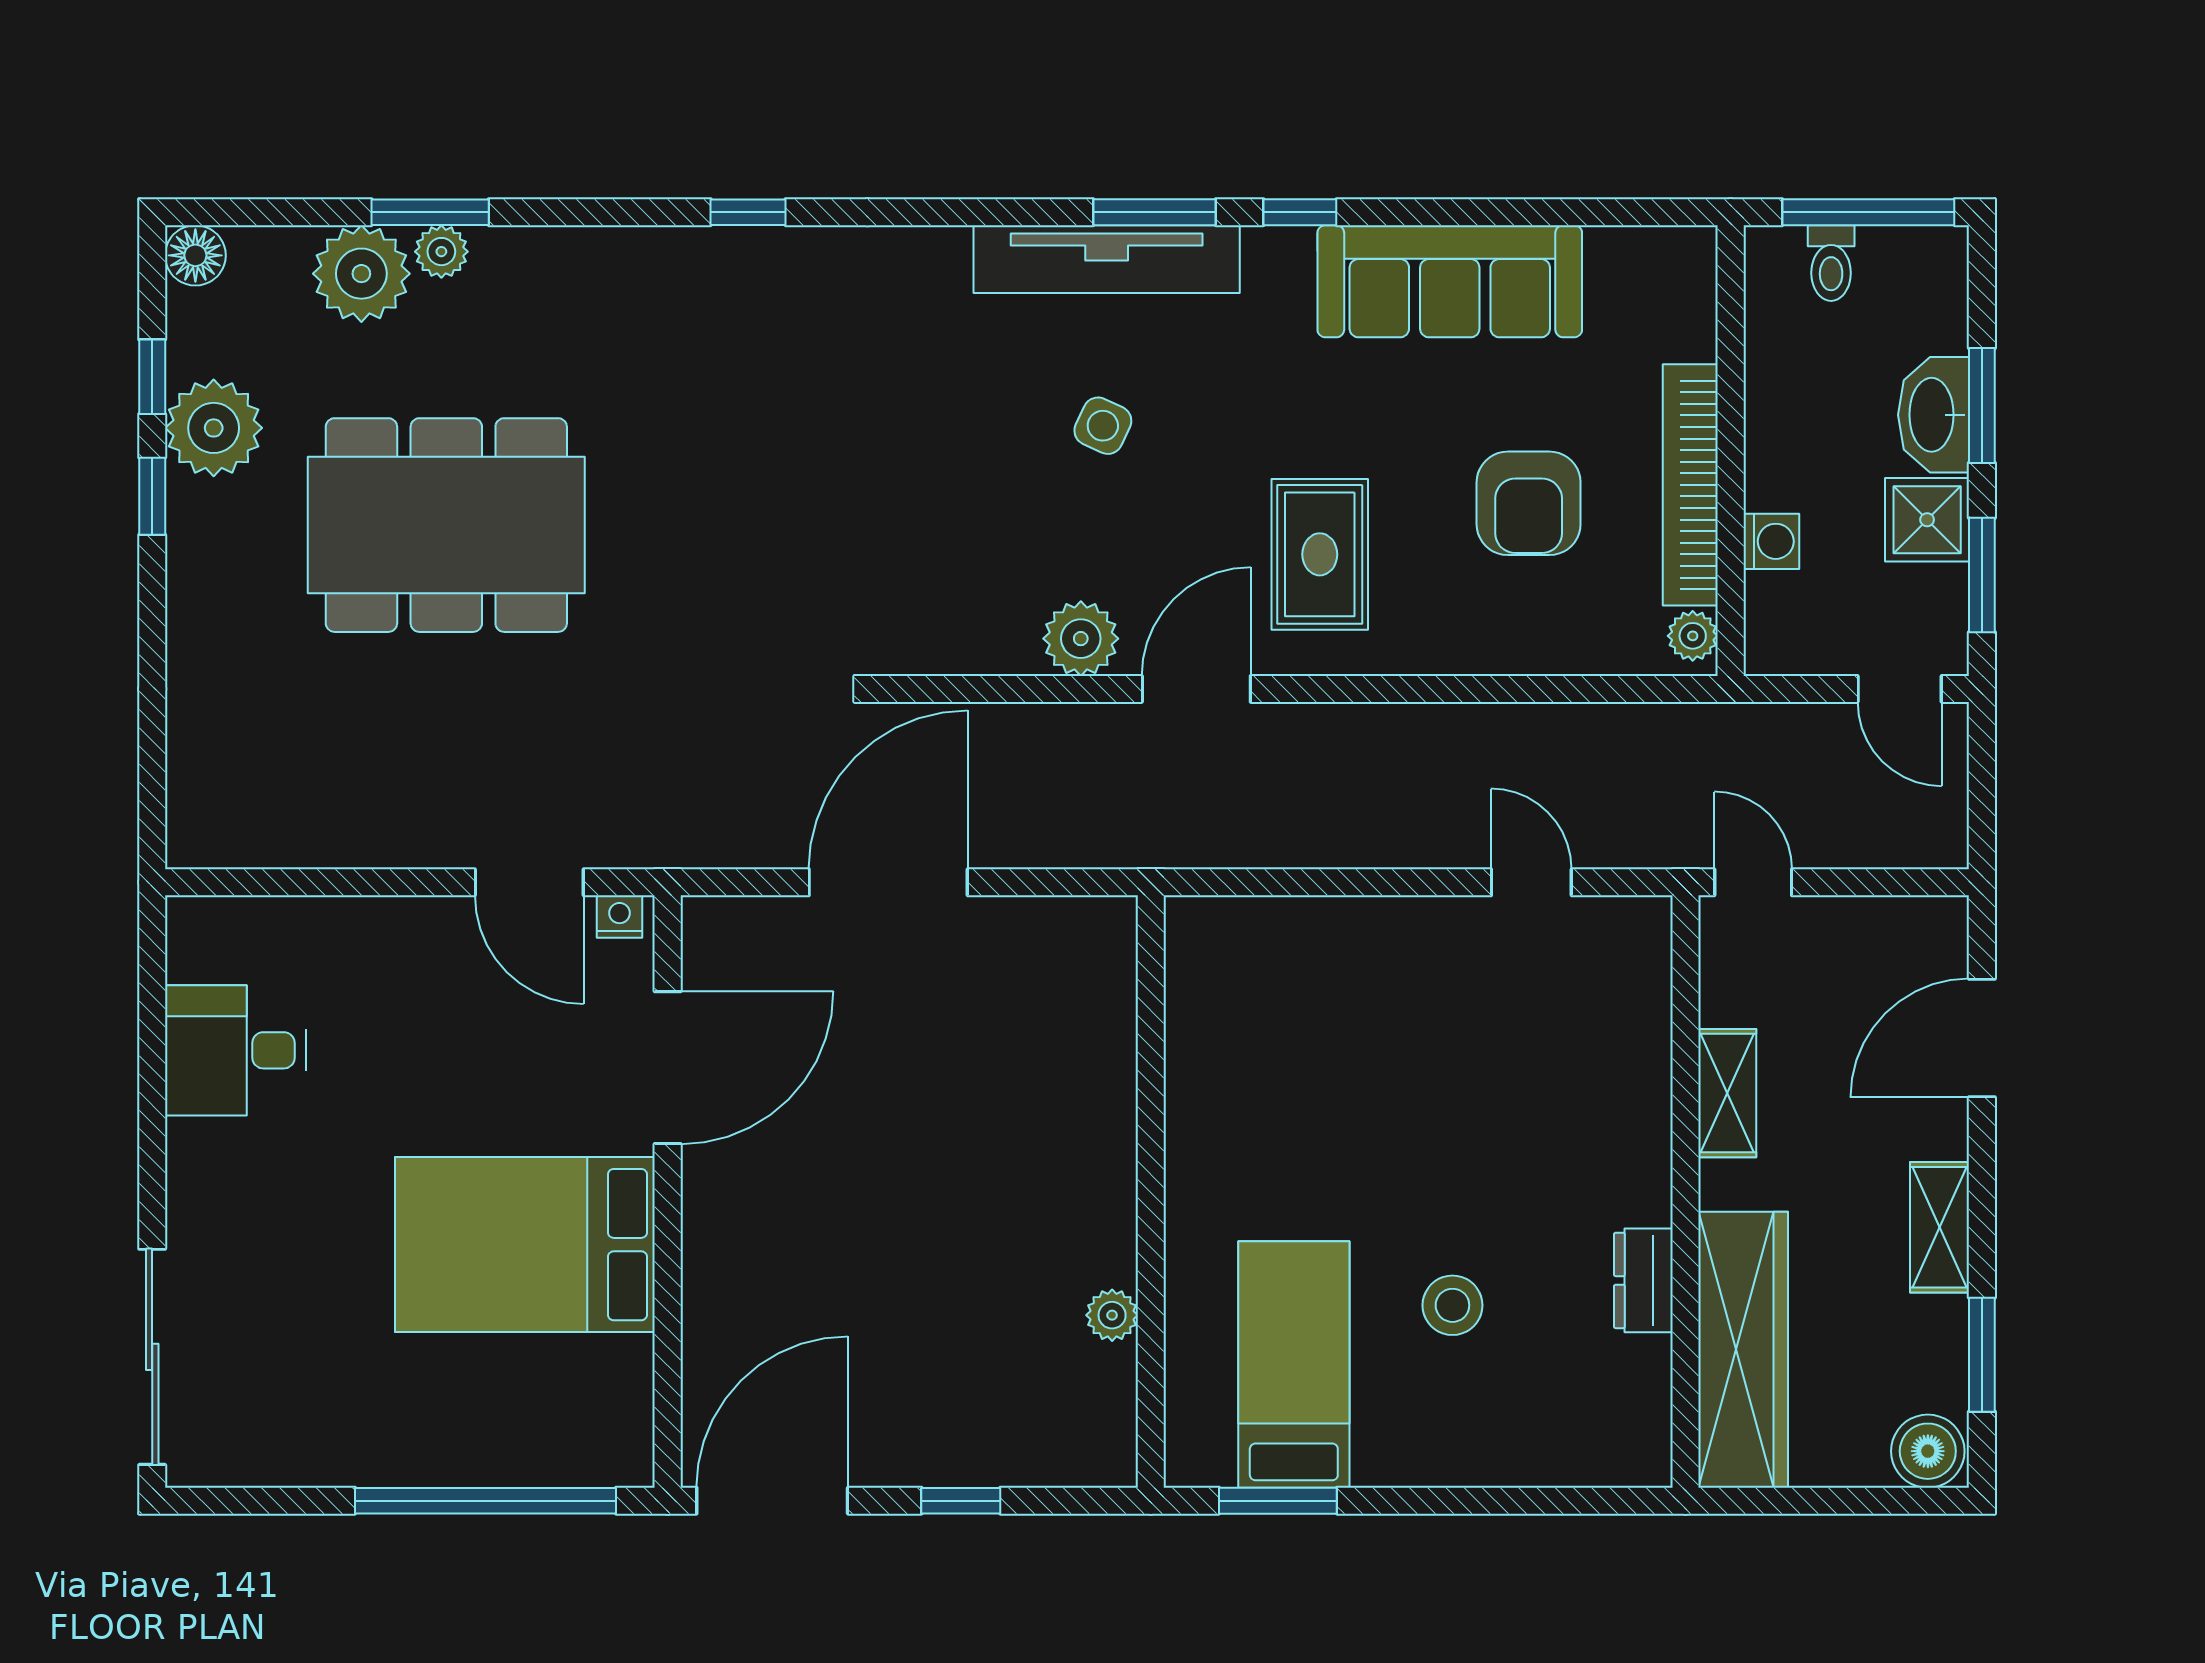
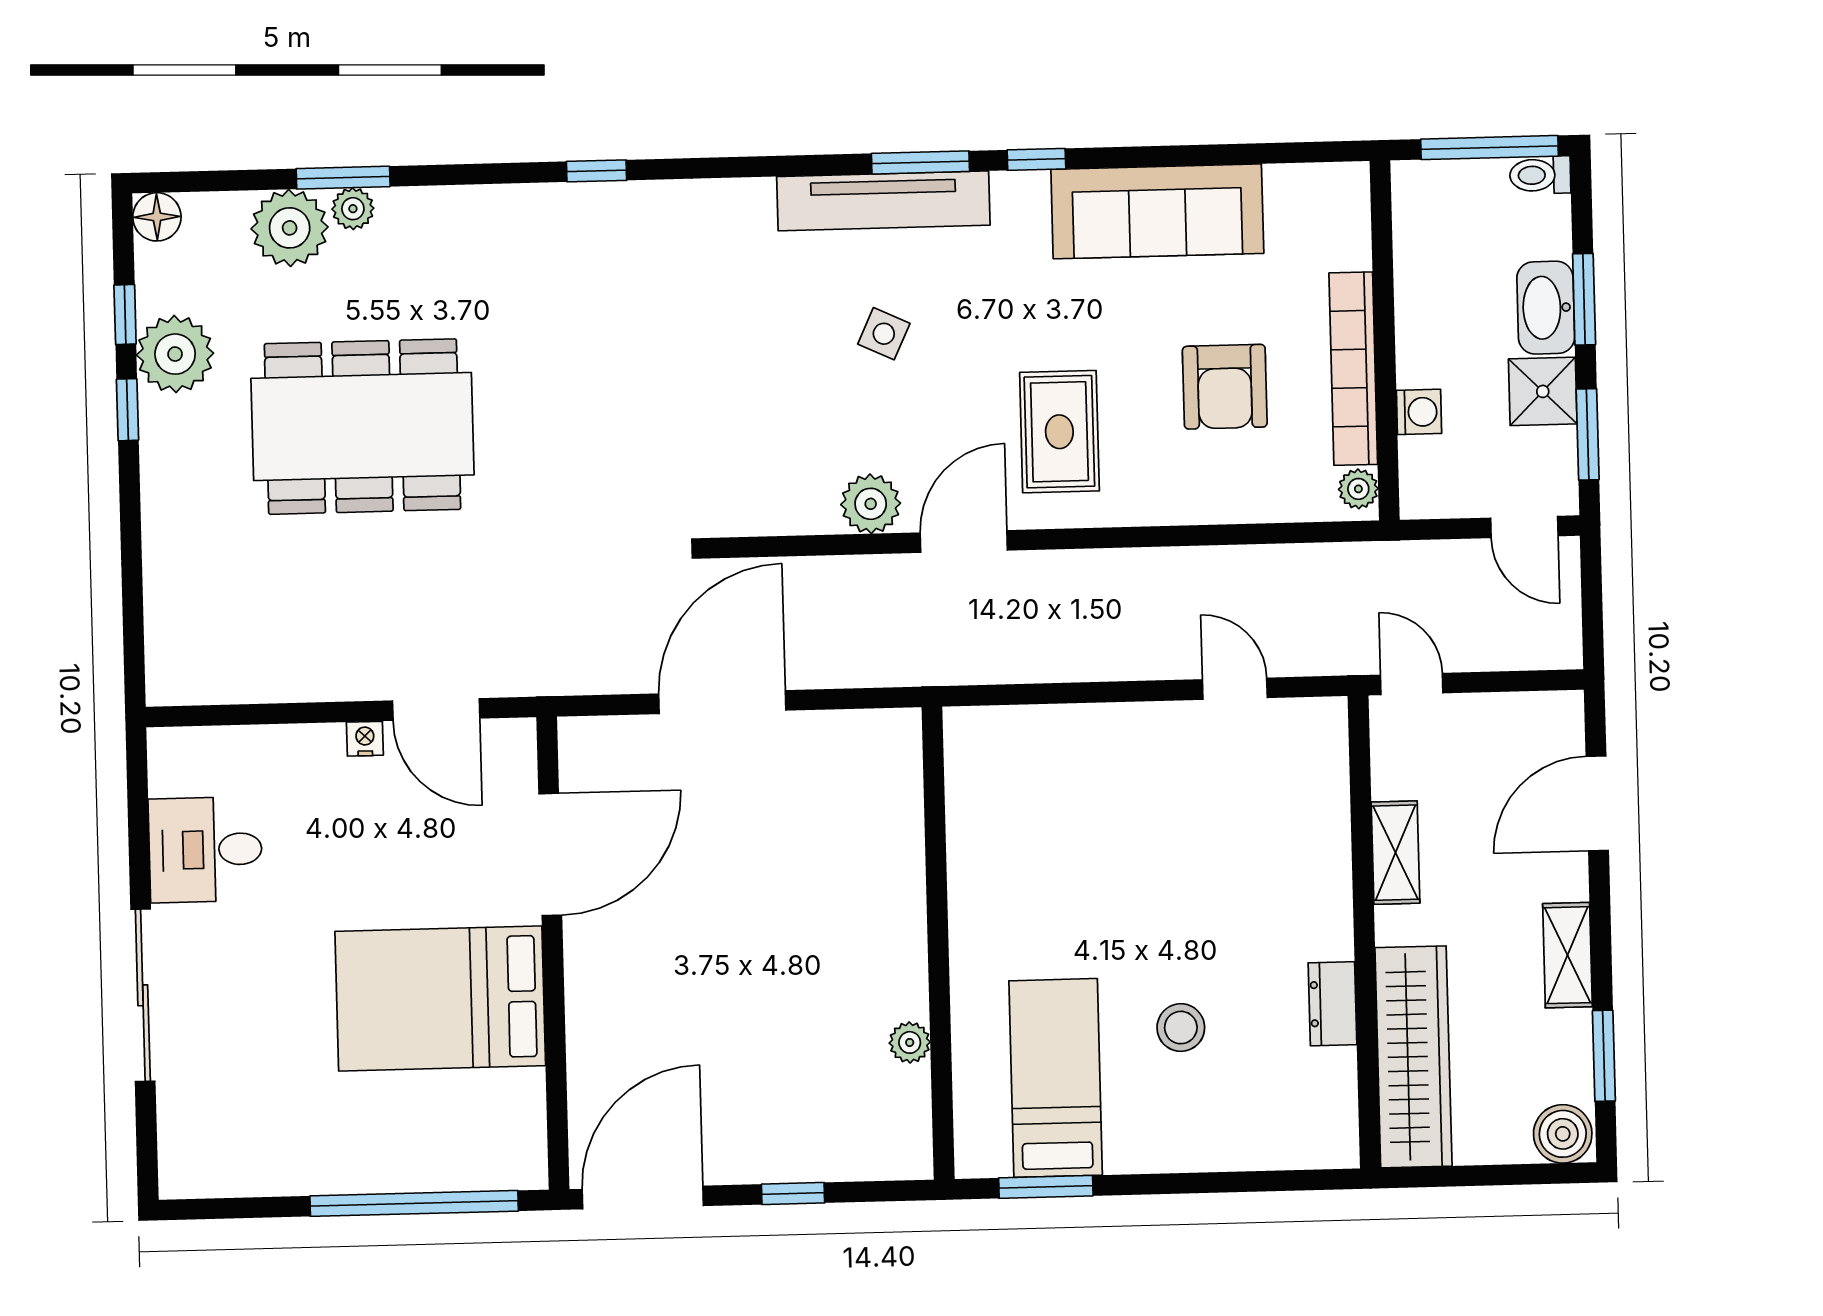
toilet: (1831, 263) -> (1540, 175), moved, turned 90
nightstand: (619, 916) -> (365, 739), moved
sliding door: (152, 1357) -> (143, 995), moved

